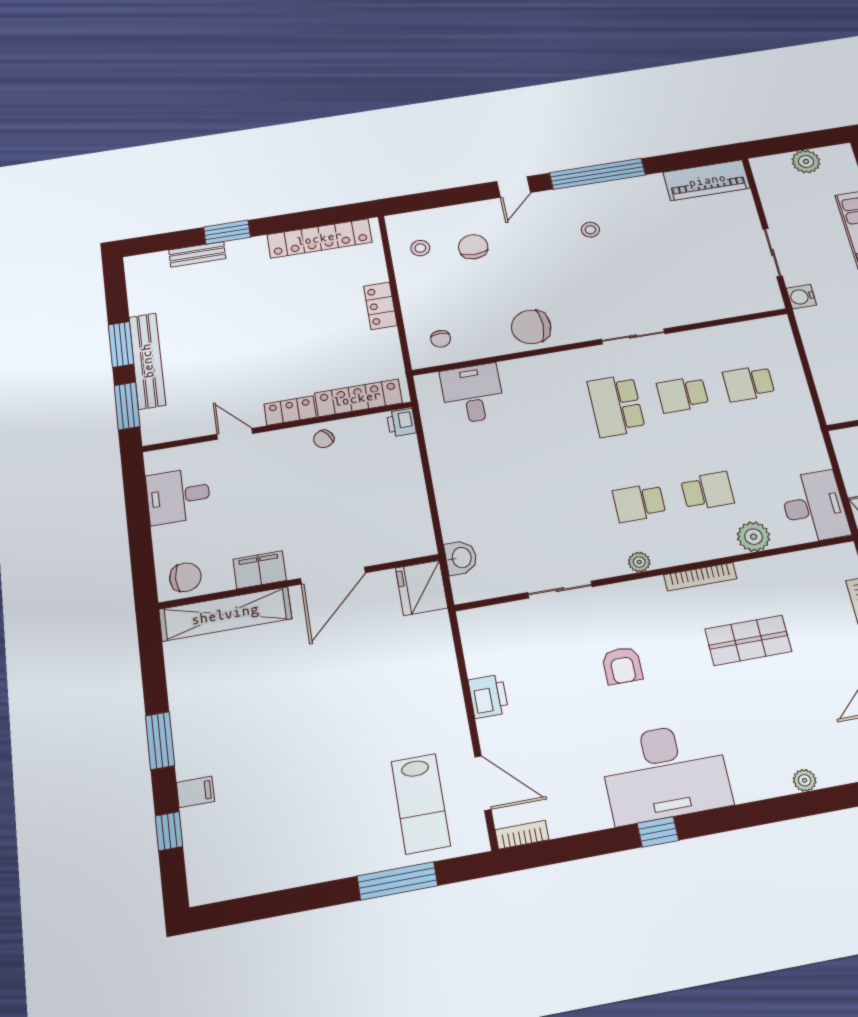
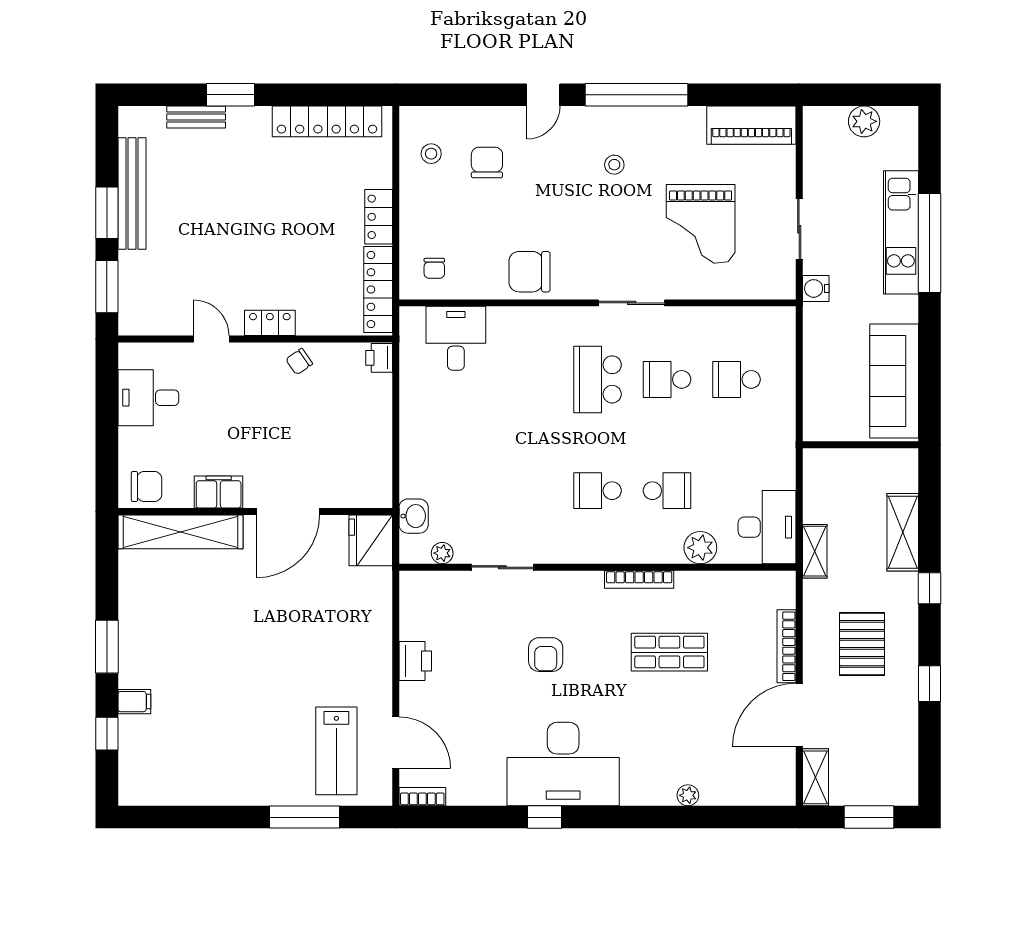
grand piano: (681, 263) -> (701, 224), added
bench: (147, 361) -> (132, 193), moved
locker: (358, 398) -> (378, 290), moved, turned -90
plant: (639, 562) -> (442, 553), moved

